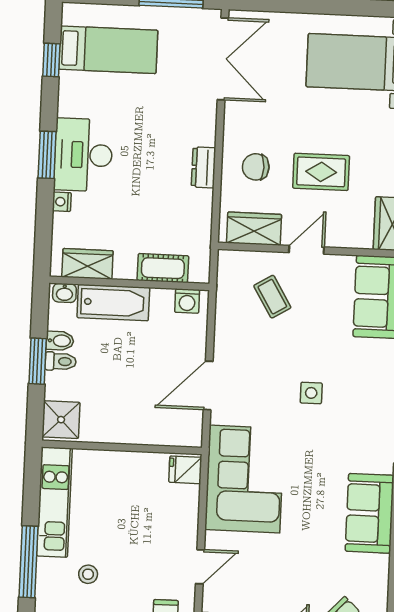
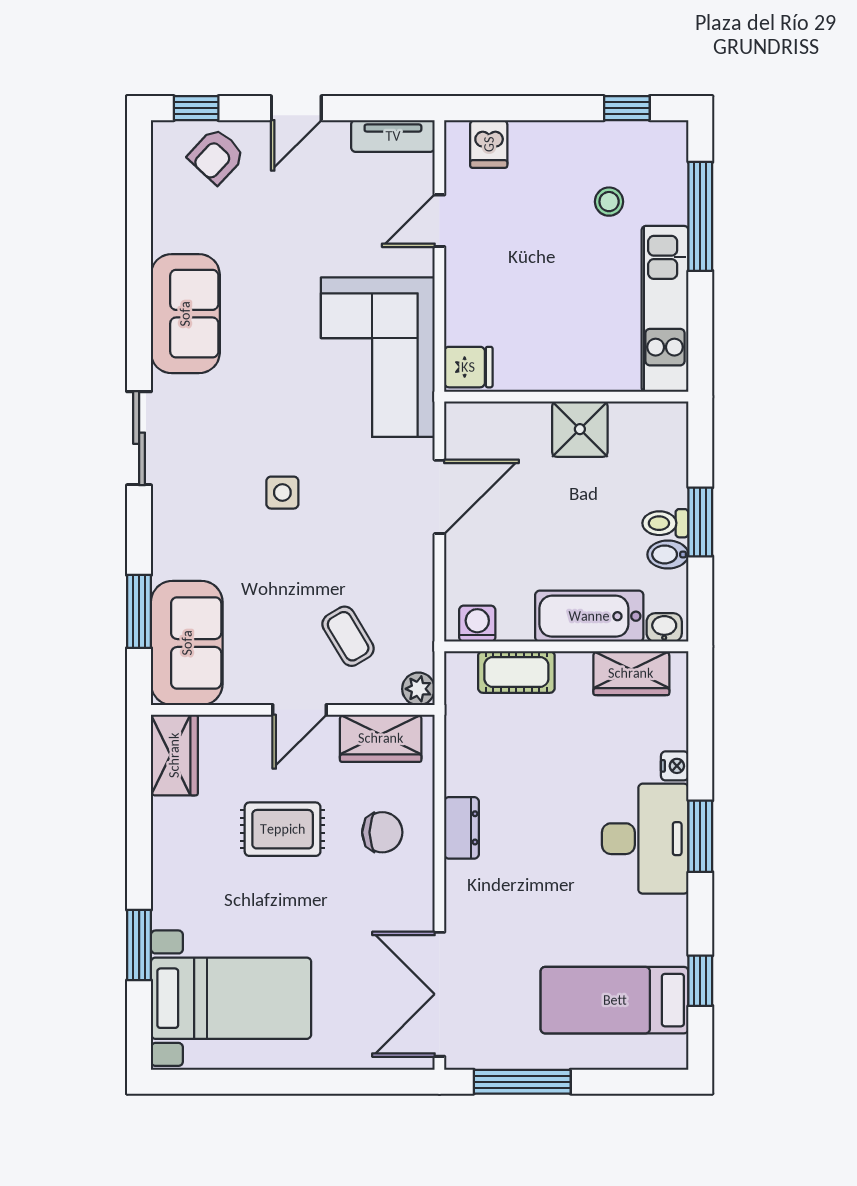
plant: (228, 260) -> (418, 689), added
shower: (61, 420) -> (580, 429), moved

